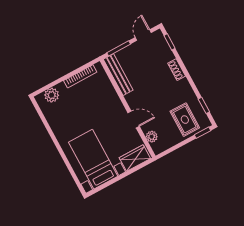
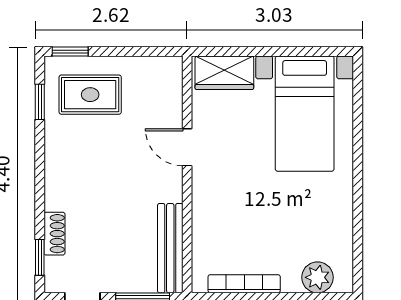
shoe rack: (177, 70) -> (54, 234), moved
rug: (185, 120) -> (90, 95), turned 90
plant: (152, 137) -> (170, 96), removed

